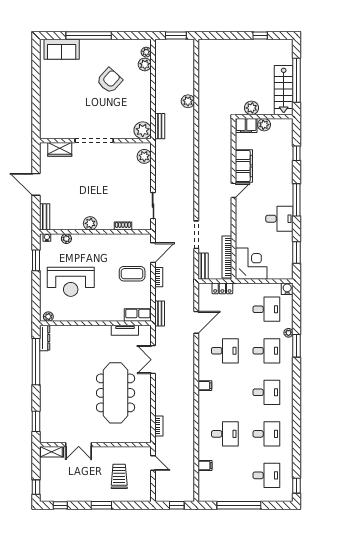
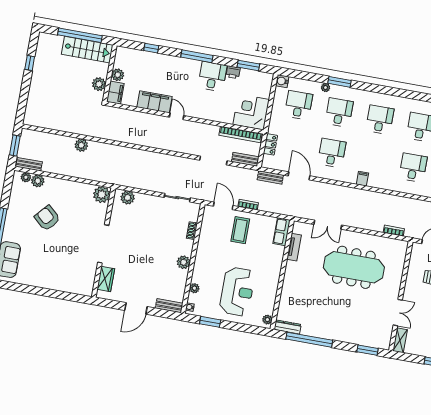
bench: (160, 126) -> (29, 164), moved
printer: (287, 239) -> (233, 72), added
bench: (160, 314) -> (270, 177), moved

